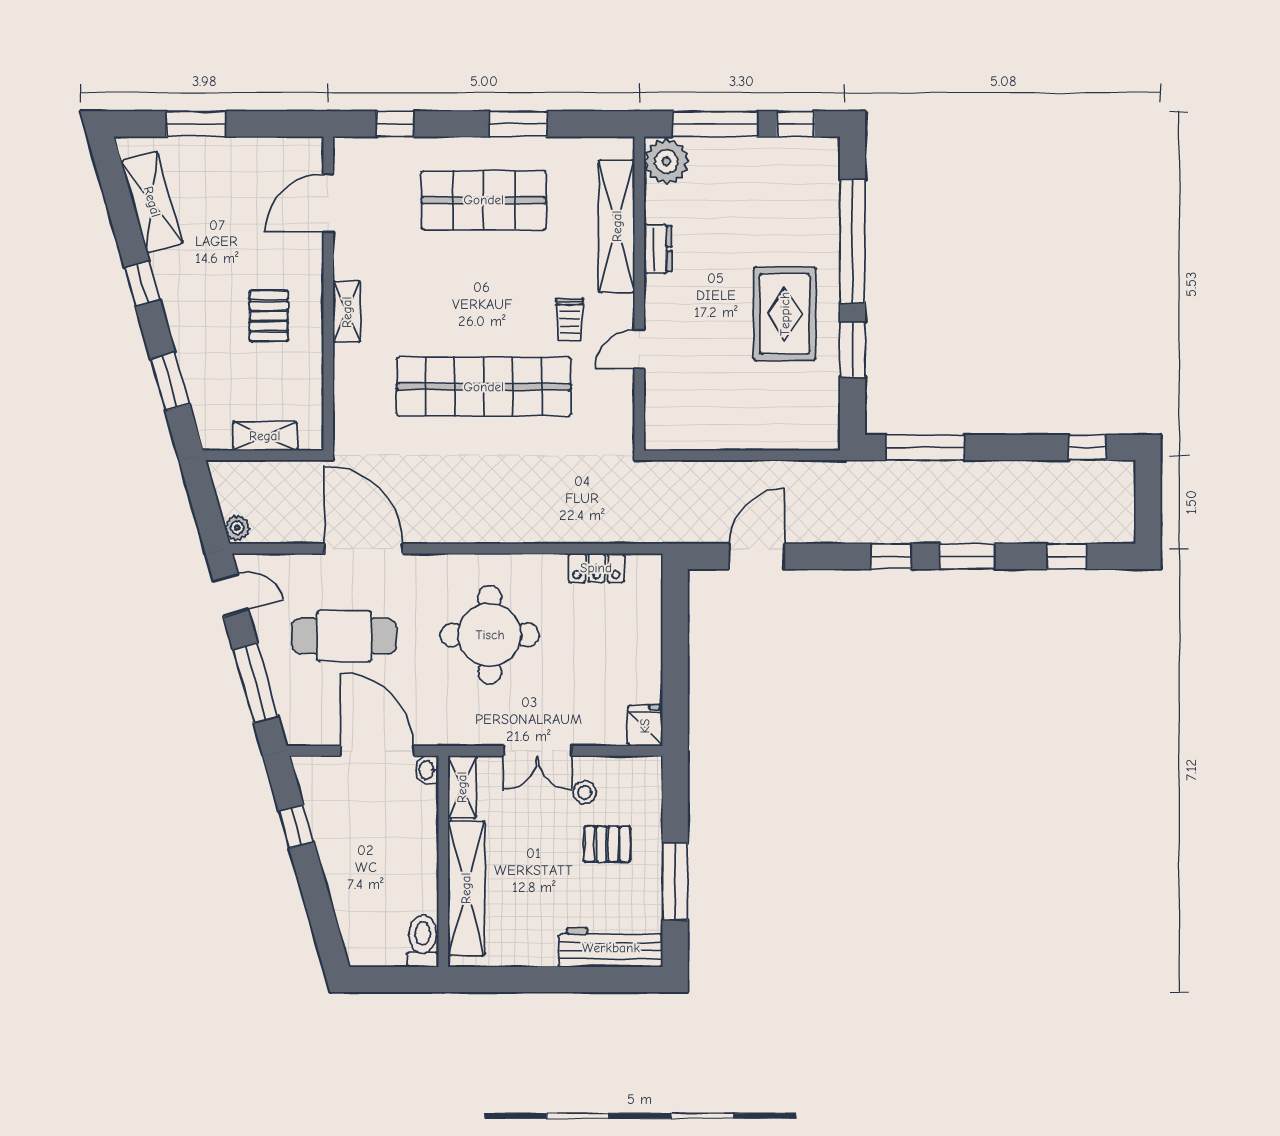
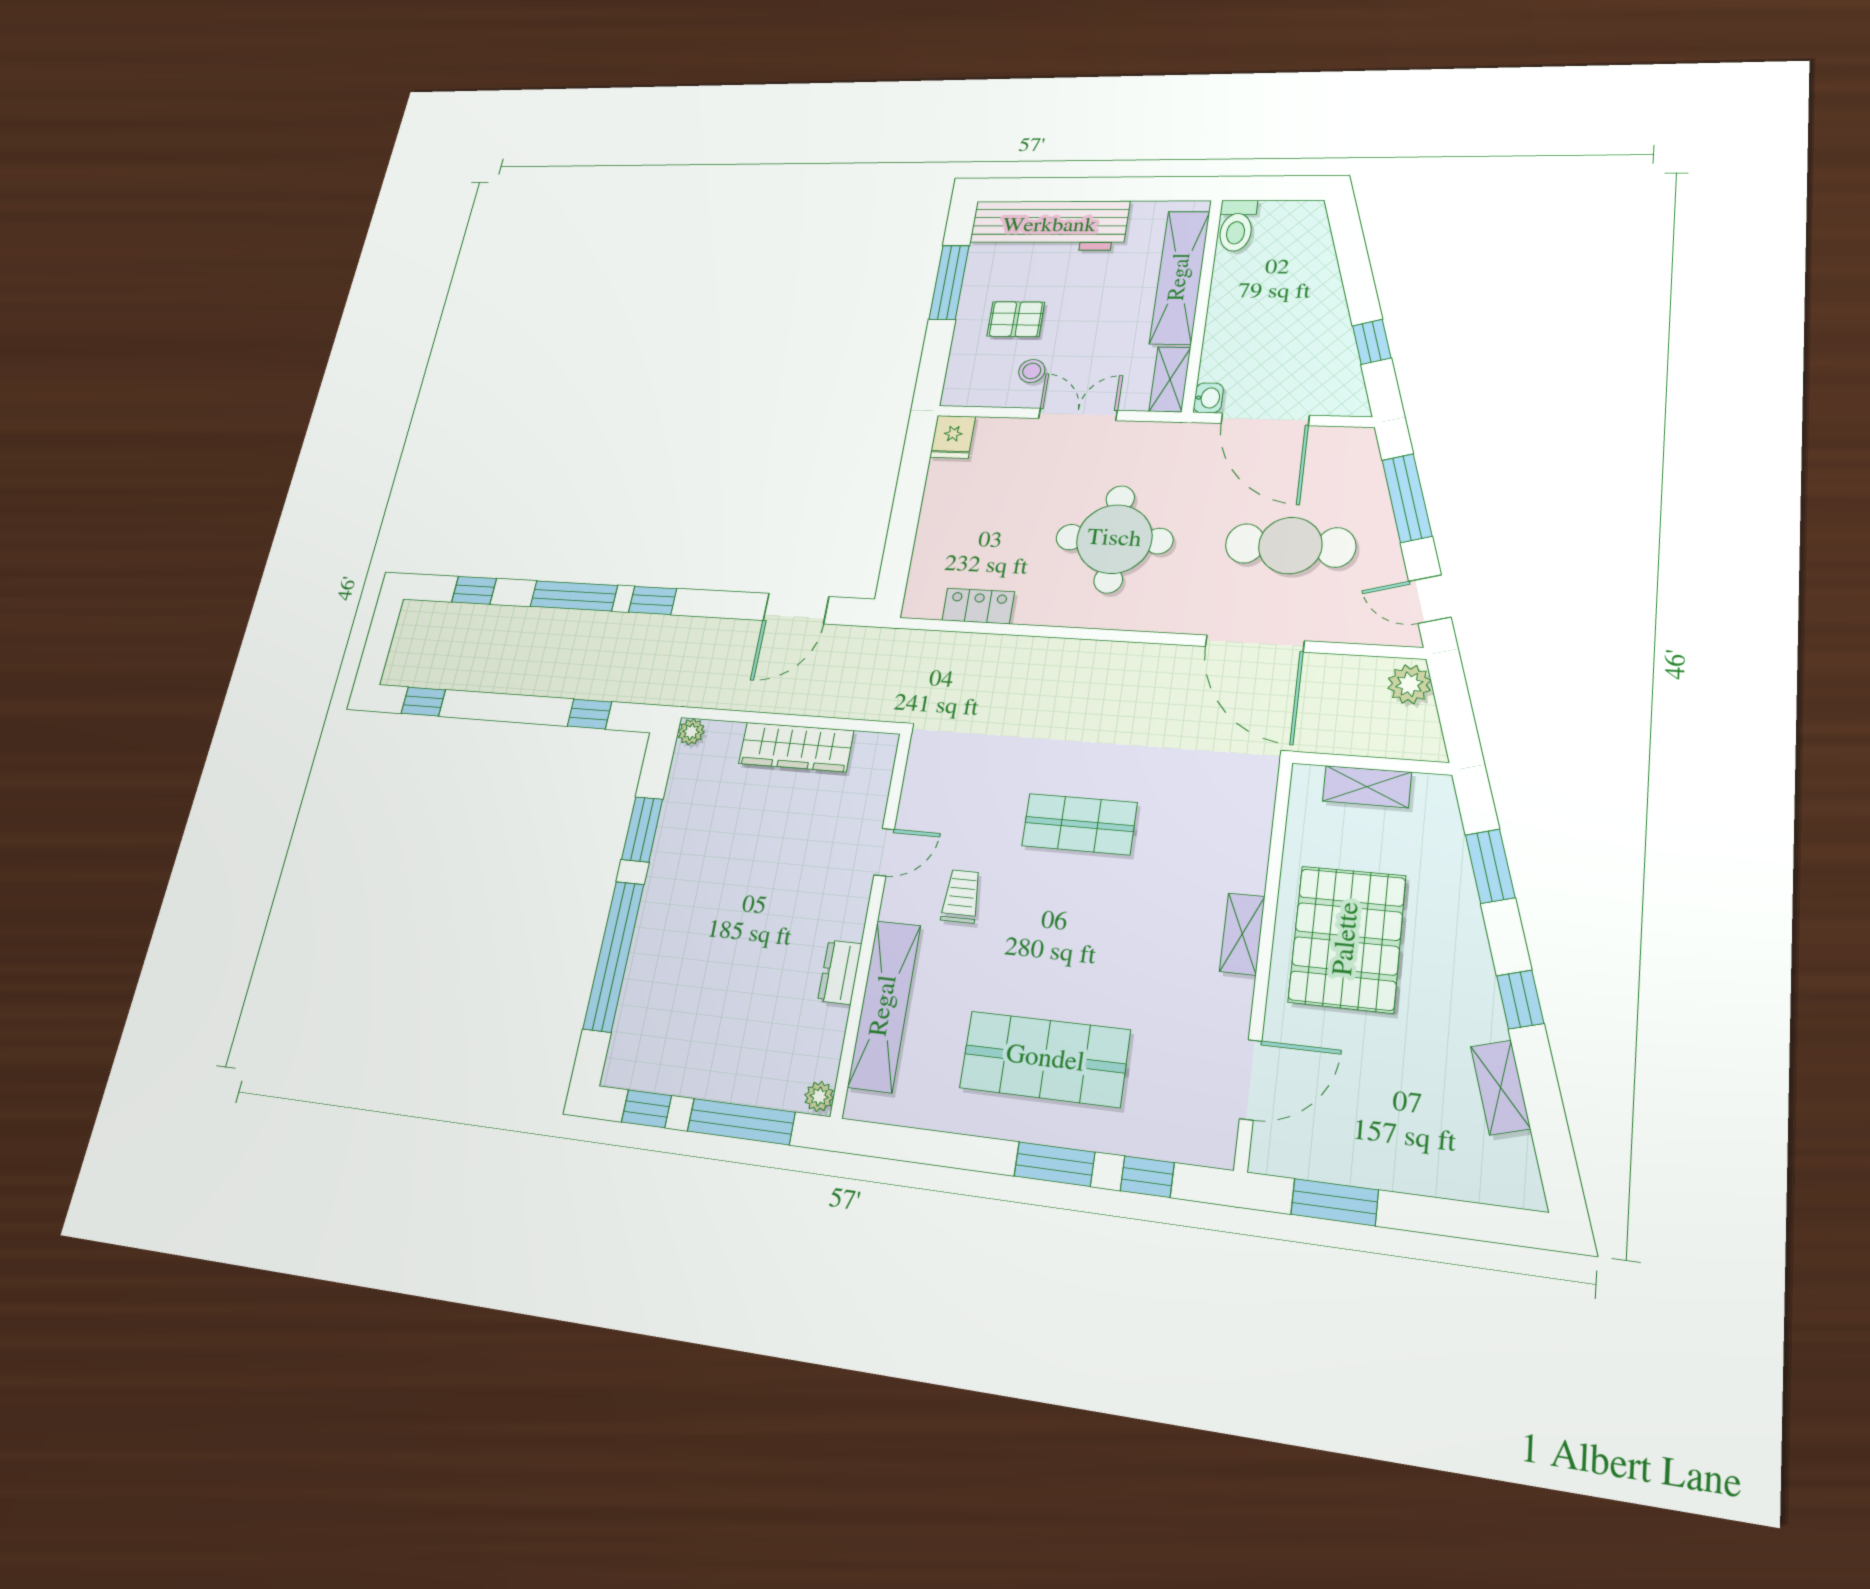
window: (196, 124) -> (1335, 1202), moved
window: (518, 124) -> (1055, 1164), moved
plant: (666, 161) -> (819, 1096), width x0.53, depth x0.53
shelving: (152, 202) -> (1500, 1087), width x0.67, depth x0.75
rug: (785, 314) -> (708, 878), removed
pallet: (269, 316) -> (1347, 939), width x2.05, depth x2.00
shop shelf: (484, 387) -> (1079, 824), width x0.50, depth x0.74
wardrobe: (732, 432) -> (796, 747), added
plant: (828, 439) -> (691, 732), added
window: (925, 447) -> (589, 714), width x0.46
plant: (237, 528) -> (1409, 684), width x1.38, depth x1.38
window: (967, 556) -> (574, 596), width x1.44
workbench: (611, 948) -> (1049, 226), width x1.36, depth x1.32

